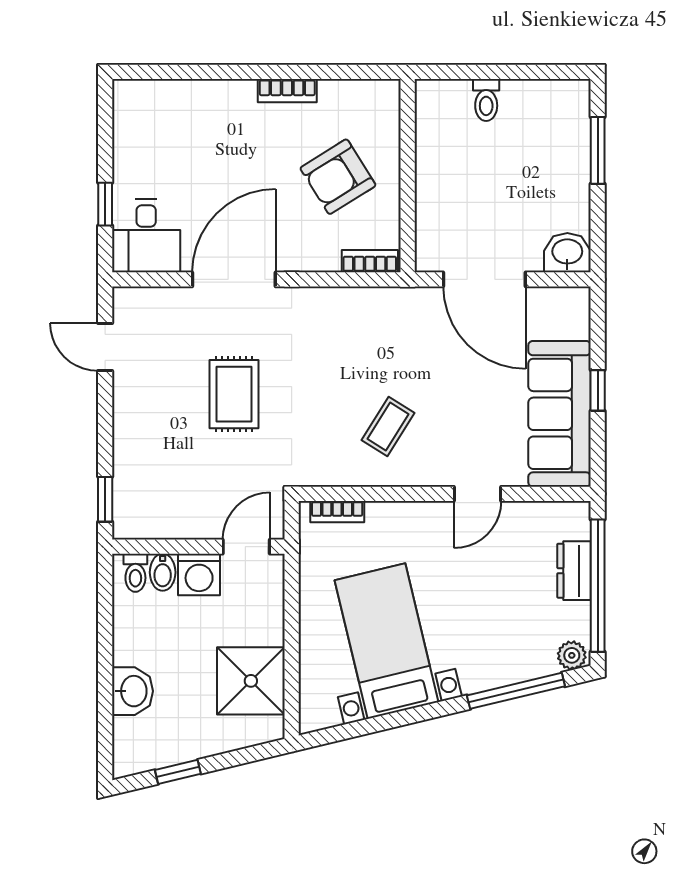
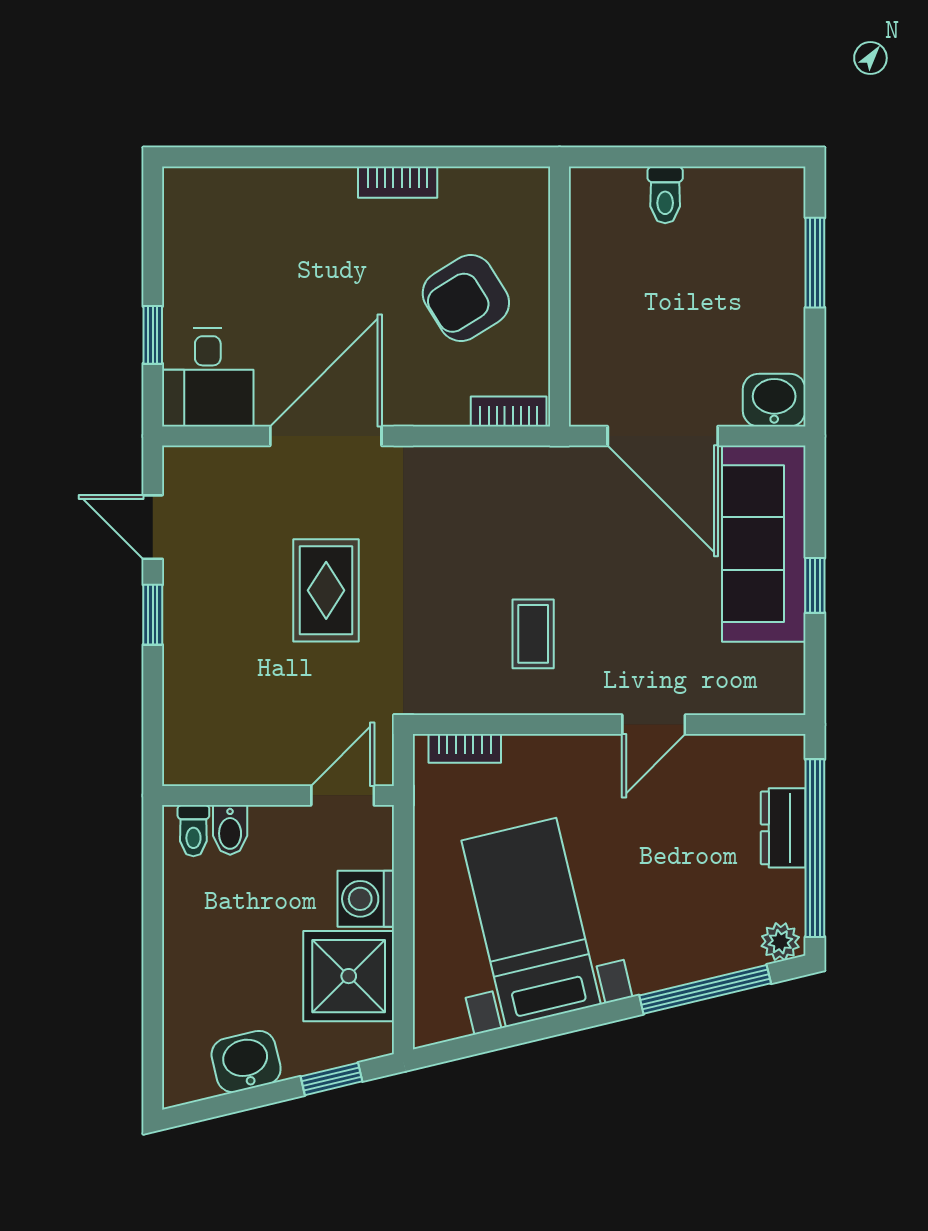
sofa: (560, 414) -> (764, 544), moved
coffee table: (388, 426) -> (533, 634), turned -32
window: (105, 499) -> (153, 615), moved
washing machine: (199, 575) -> (366, 899), moved, turned 90
washbasin: (133, 691) -> (246, 1062), moved, turned -103
window: (178, 772) -> (332, 1079), moved

